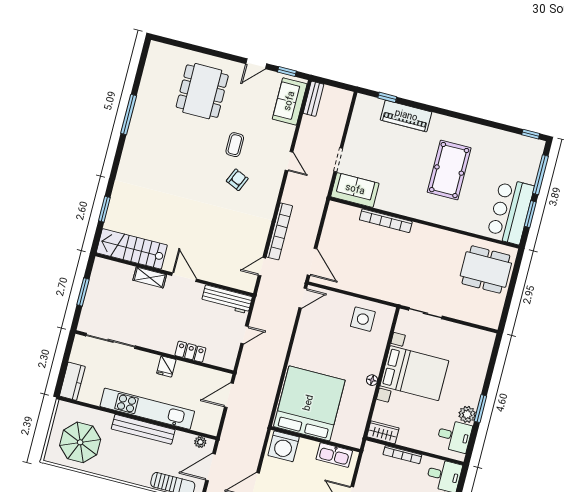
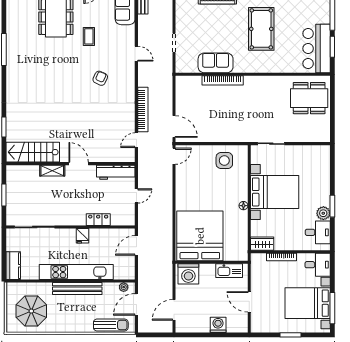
coffee table: (235, 145) -> (89, 36), moved
sofa: (355, 190) -> (216, 63), moved

